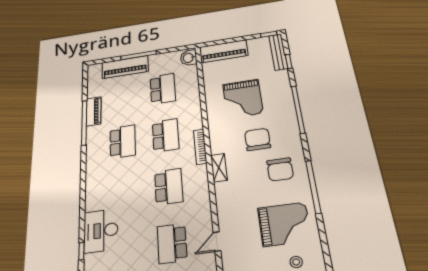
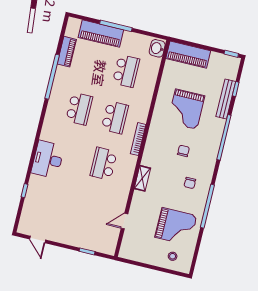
bench: (278, 52) -> (226, 99), moved
piano: (94, 111) -> (67, 52), moved
chair: (258, 139) -> (183, 151), width x0.54, depth x0.54
shelving: (219, 168) -> (142, 178), moved
chair: (280, 169) -> (190, 183), width x0.54, depth x0.54
school desk: (169, 187) -> (104, 164), turned 180
desk: (101, 231) -> (48, 159), moved
school desk: (172, 243) -> (92, 210), removed

